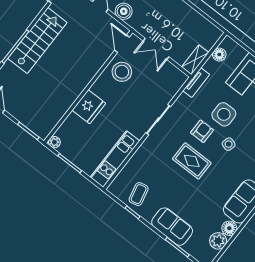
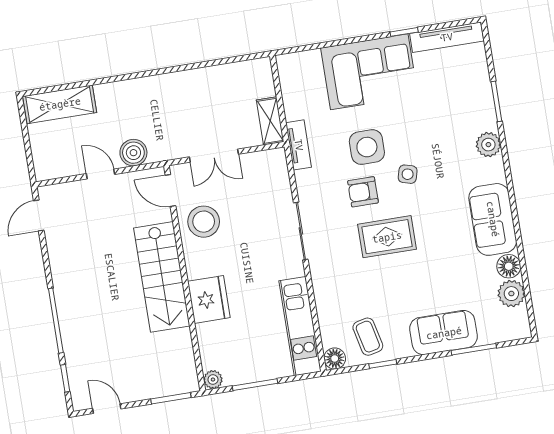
stairs: (37, 40) -> (162, 277), moved, turned 180
floor lamp: (219, 55) -> (335, 358), moved
armchair: (202, 131) -> (363, 192), turned -90

